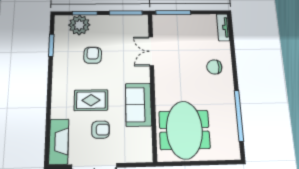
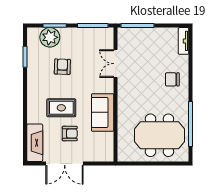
meeting table: (184, 130) -> (159, 135), moved, turned 90

